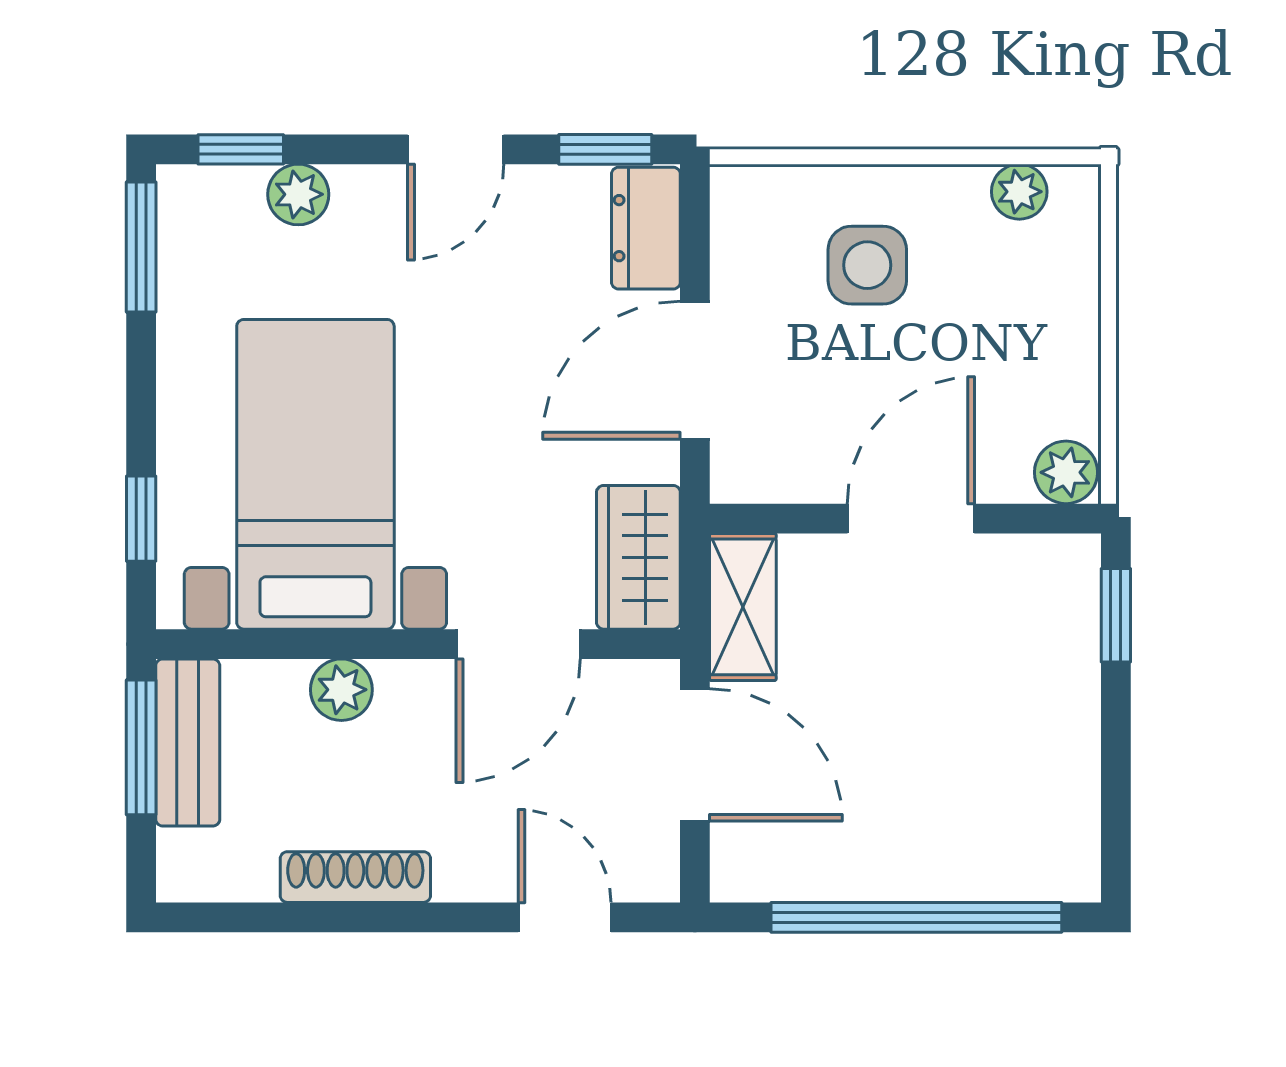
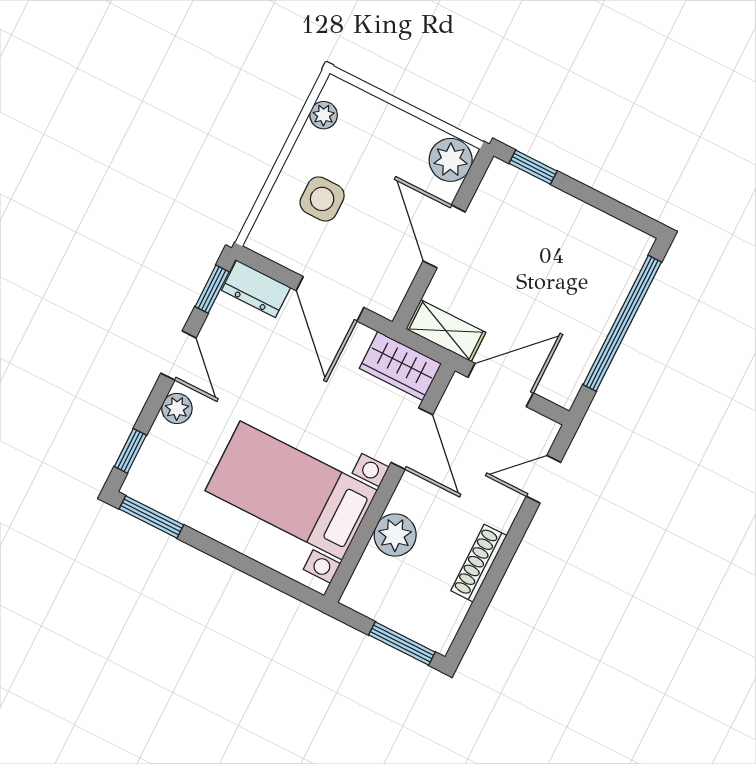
plant: (298, 194) -> (177, 408), moved
plant: (1066, 472) -> (451, 160), width x1.38, depth x1.38
window: (141, 519) -> (272, 578), removed
plant: (341, 690) -> (395, 535), width x1.38, depth x1.38
bench: (188, 743) -> (382, 607), removed
window: (141, 747) -> (402, 643), moved

